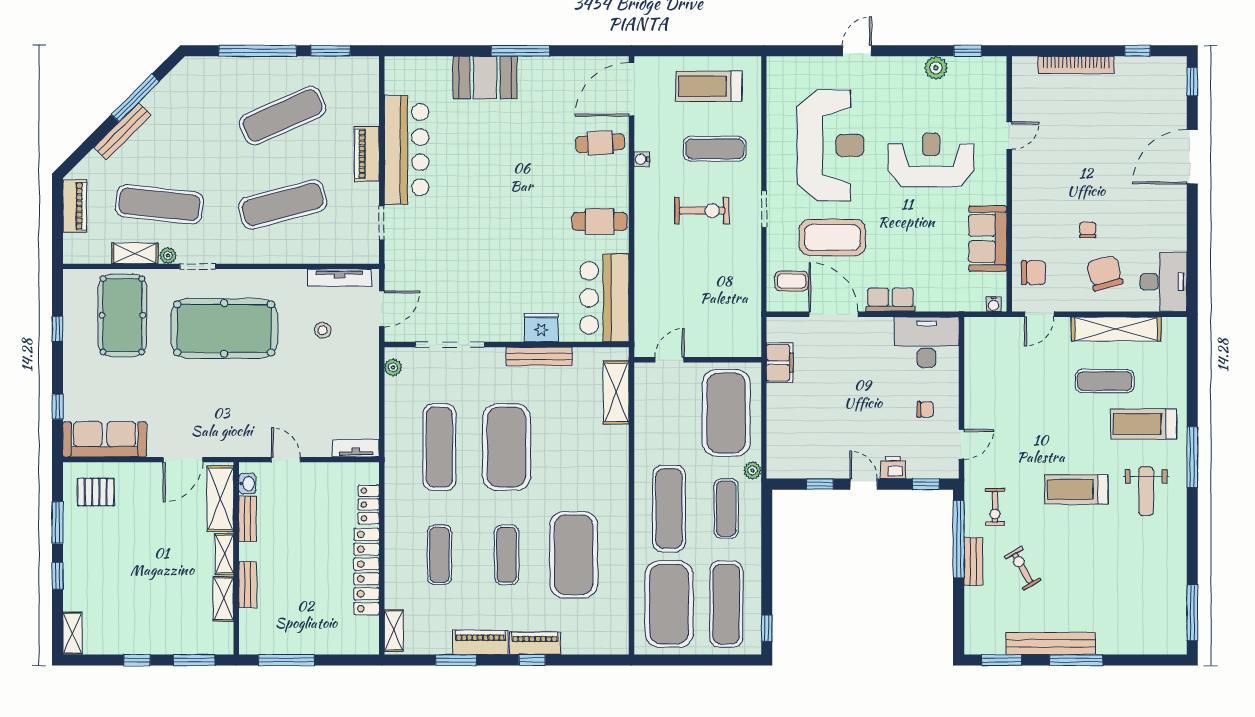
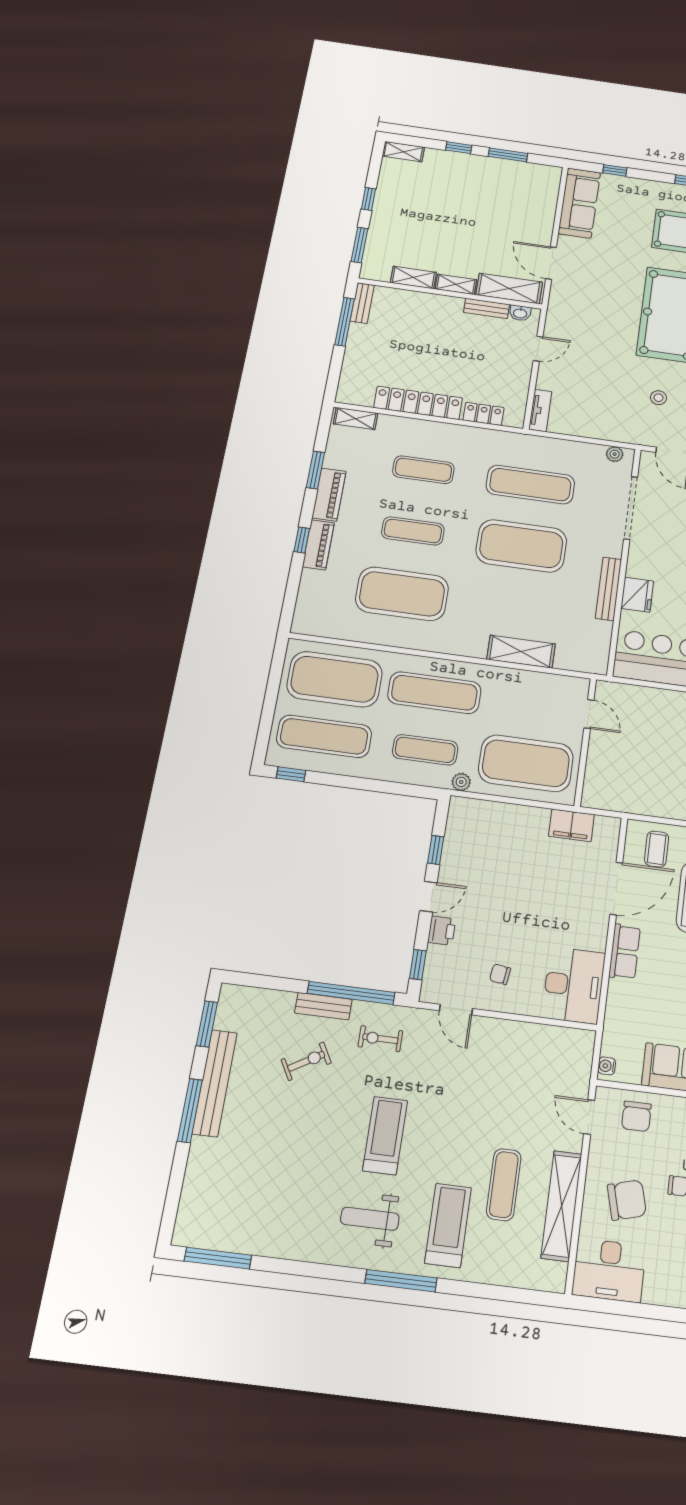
shelving: (616, 392) -> (521, 652), moved
chair: (925, 409) -> (500, 974), turned 98
pallet: (96, 492) -> (531, 189), removed
bench: (248, 585) -> (362, 303), moved, turned 90

